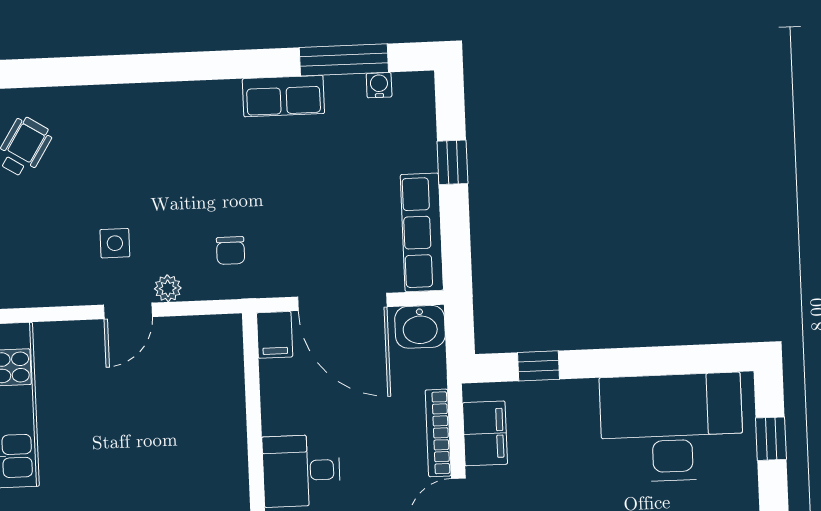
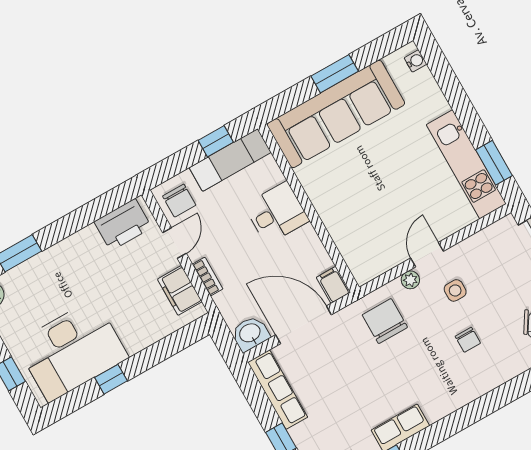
chair: (132, 168) -> (468, 340), added
chair: (231, 251) -> (385, 321), width x1.87, depth x1.87
window: (539, 366) -> (111, 379), moved
bookcase: (438, 433) -> (208, 277), width x0.64

